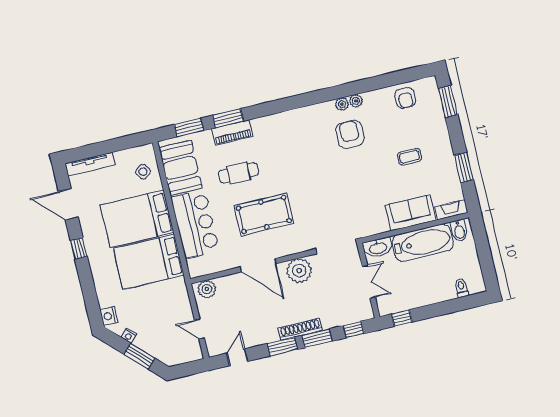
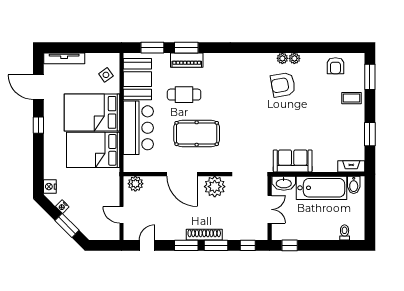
armchair: (350, 134) -> (283, 85), turned -100
coffee table: (410, 157) -> (351, 98), moved
sofa: (411, 213) -> (293, 161), moved

